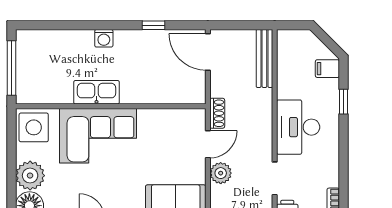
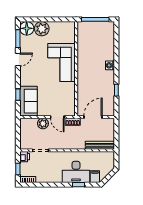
door: (208, 52) -> (93, 117), moved
kitchen sink: (96, 92) -> (83, 62), removed
side table: (34, 127) -> (66, 30), removed
desk: (298, 127) -> (76, 172), moved, turned 180

